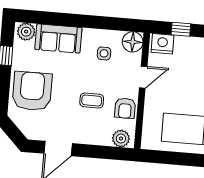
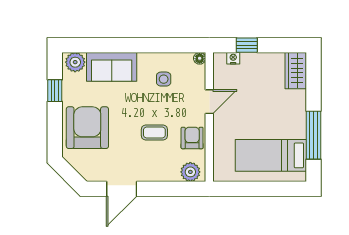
floor lamp: (133, 42) -> (200, 58), width x0.53, depth x0.53
nightstand: (162, 44) -> (233, 58), width x0.53, depth x0.56
armchair: (125, 108) -> (192, 138), turned 180

